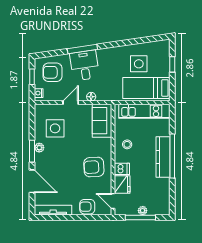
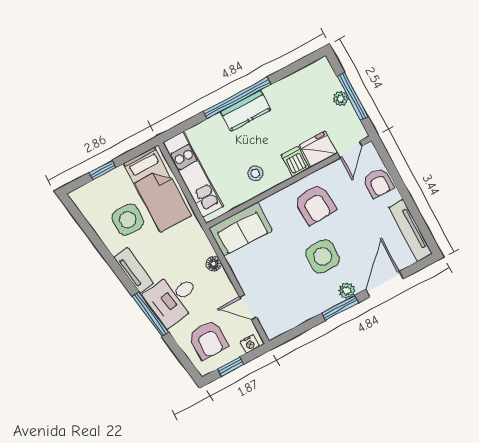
tv unit: (110, 53) -> (134, 270), added
door: (71, 103) -> (248, 307), moved
side table: (55, 128) -> (323, 256), moved
plant: (39, 148) -> (347, 291), moved
kitchen counter: (163, 157) -> (246, 111), width x0.67

